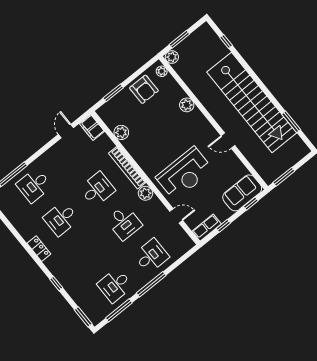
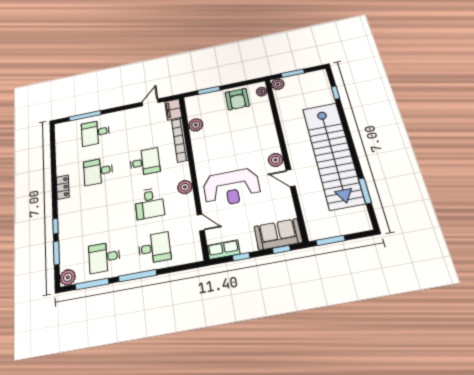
plant: (187, 105) -> (276, 160), moved
bookcase: (127, 168) -> (180, 140), moved
plant: (96, 316) -> (68, 277), added
window: (83, 317) -> (56, 253), moved

